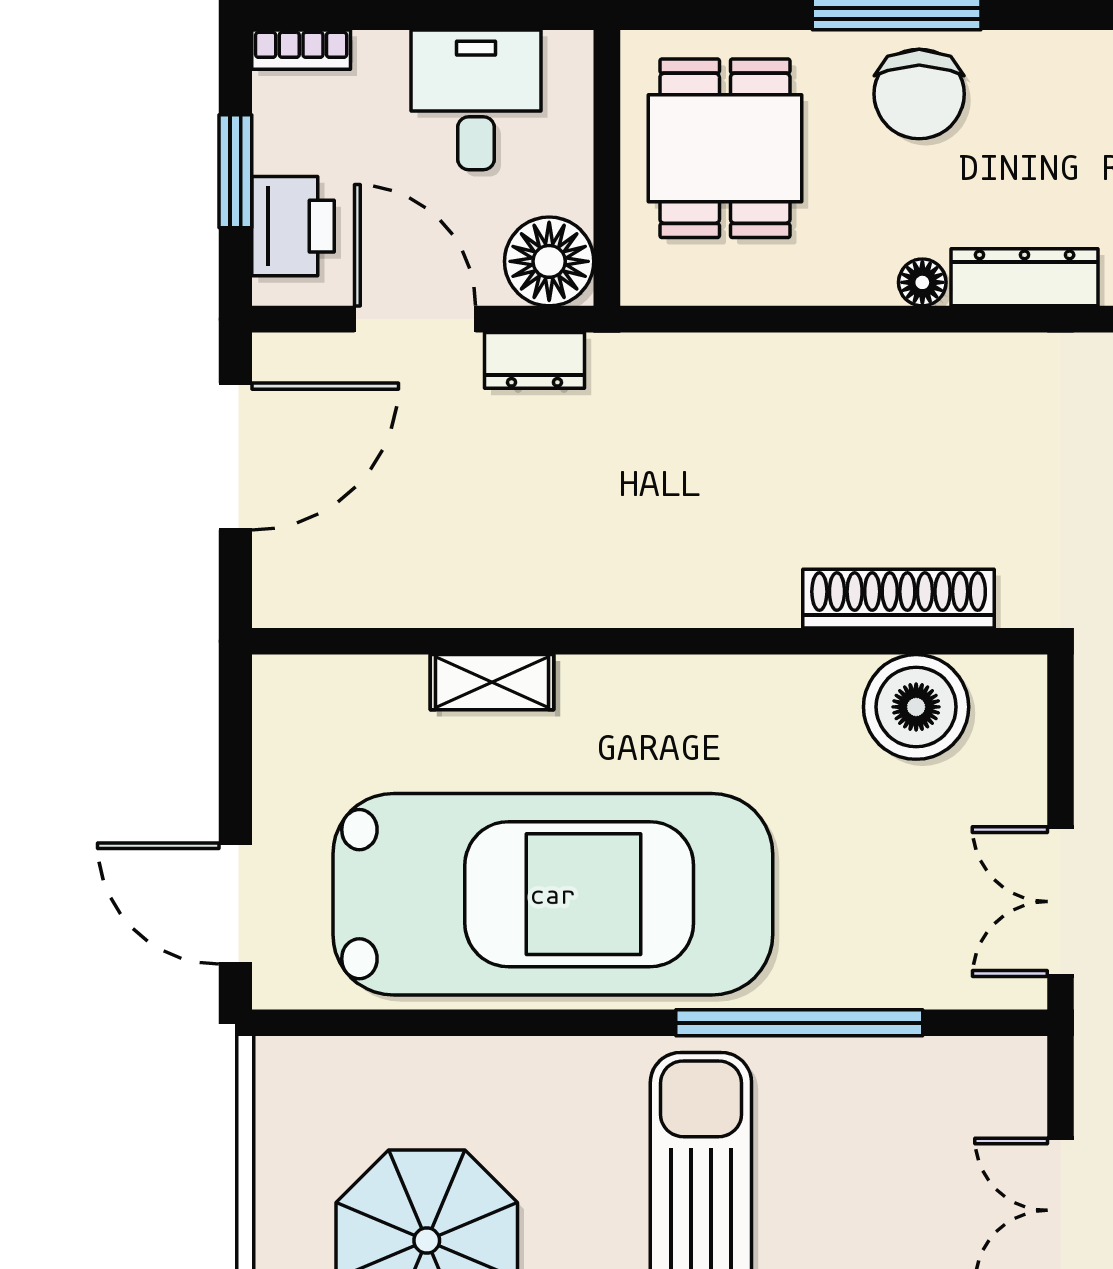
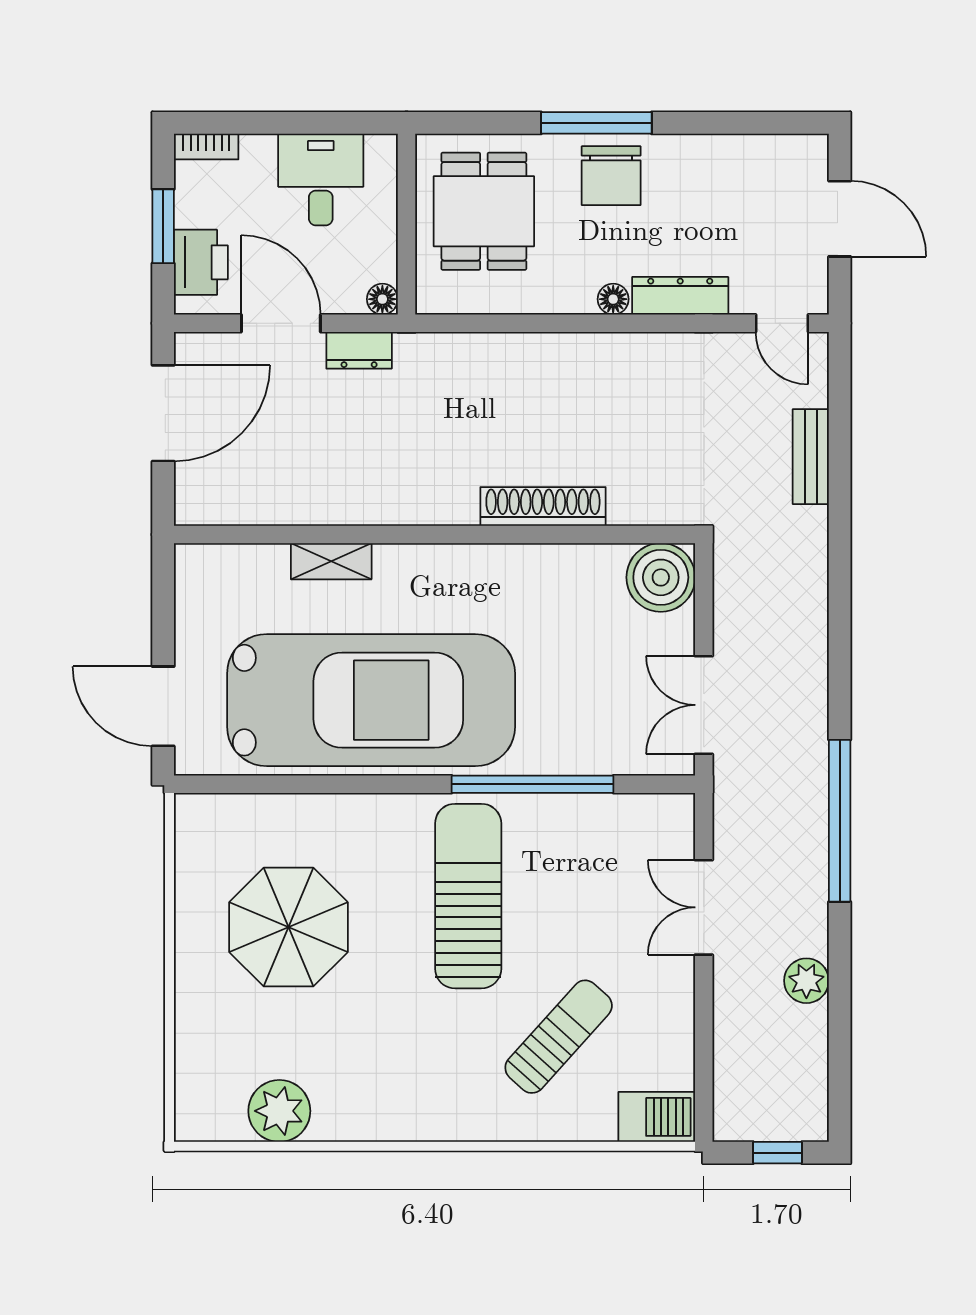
floor lamp: (549, 261) -> (382, 299), width x0.53, depth x0.53
shoe rack: (899, 599) -> (543, 506), moved
boiler: (916, 707) -> (661, 577), moved

